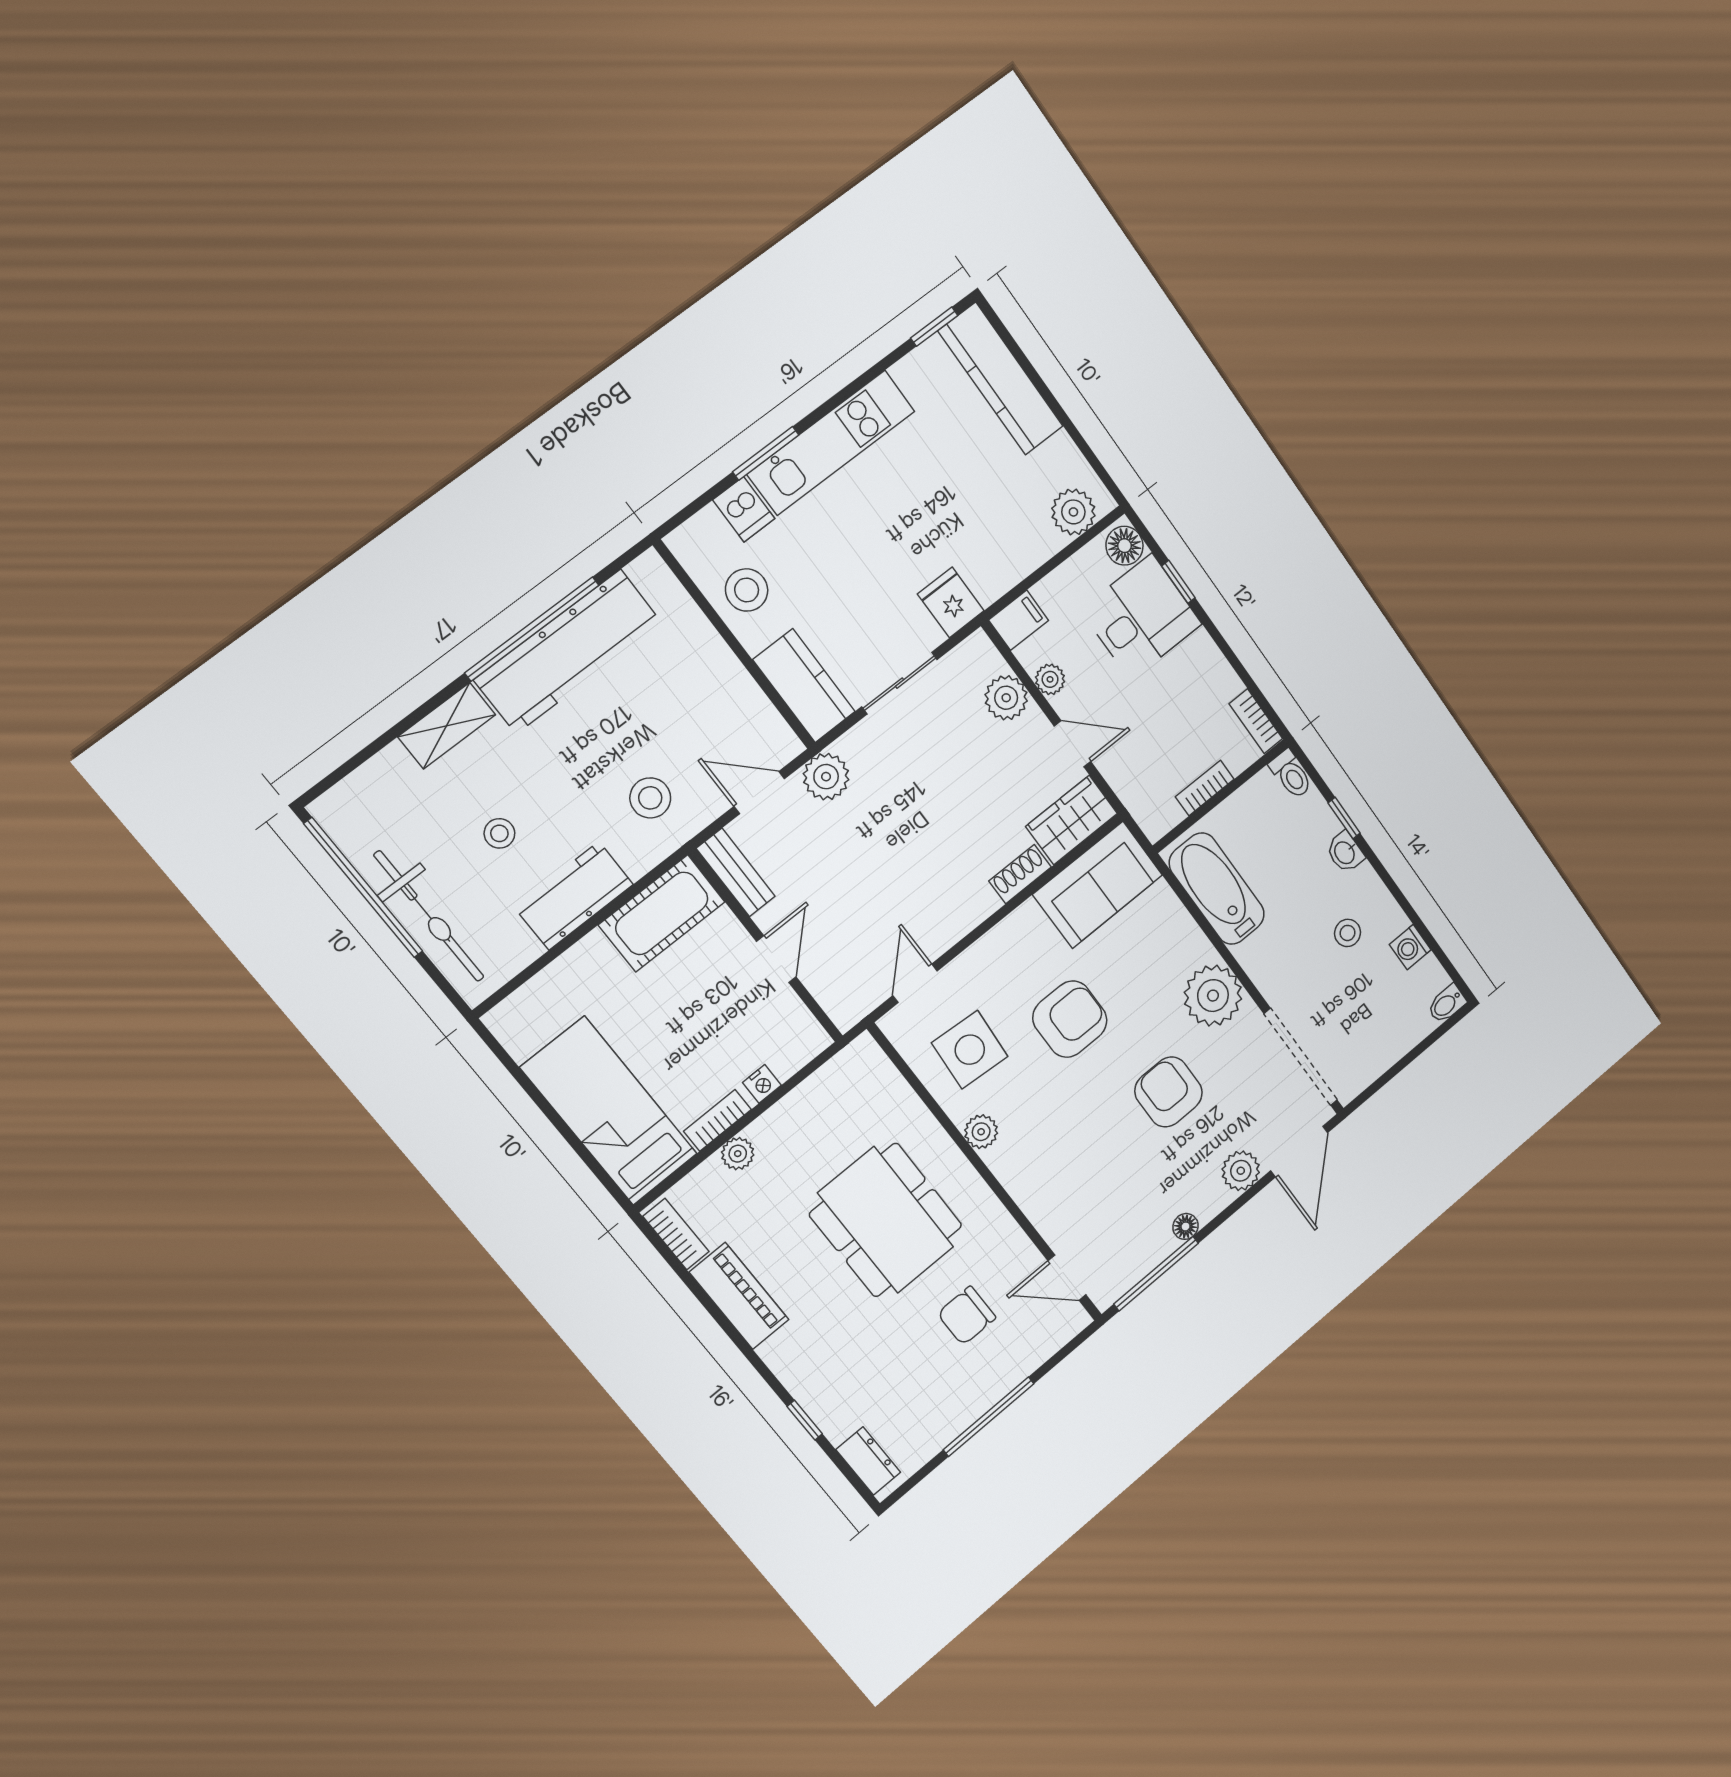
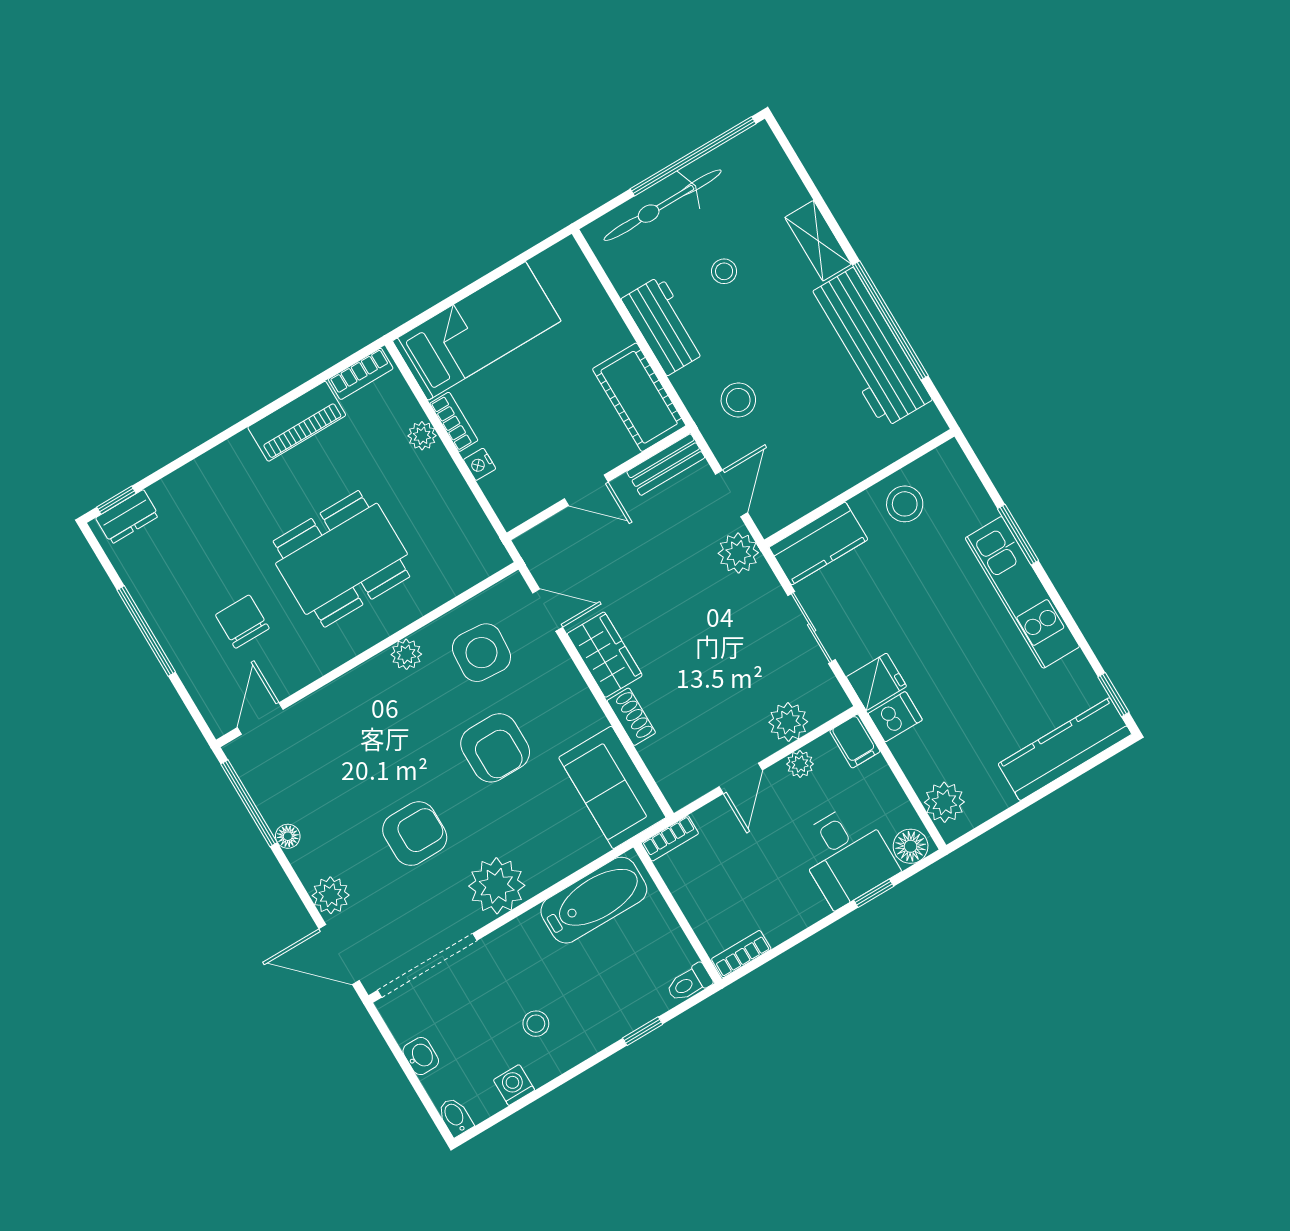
dishwasher: (744, 509) -> (895, 717), moved, turned 180
bookcase: (1205, 788) -> (670, 838), moved, turned 90
wardrobe: (1072, 820) -> (605, 655), moved
washbasin: (1345, 852) -> (421, 1056), moved, turned 90
window: (805, 1420) -> (116, 500), moved

